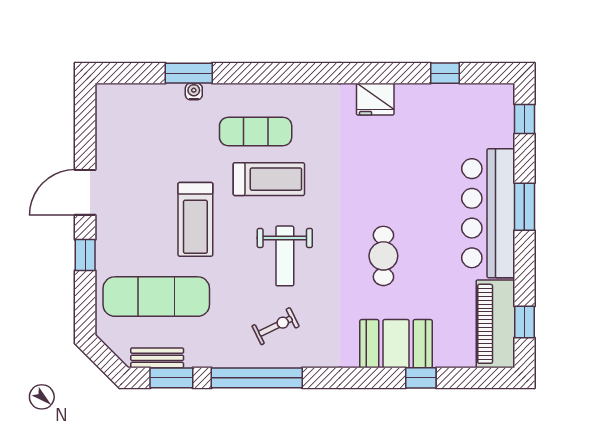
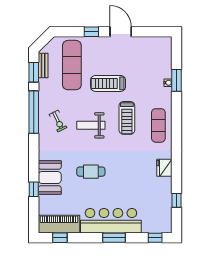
exercise mat: (256, 132) -> (158, 125), moved

